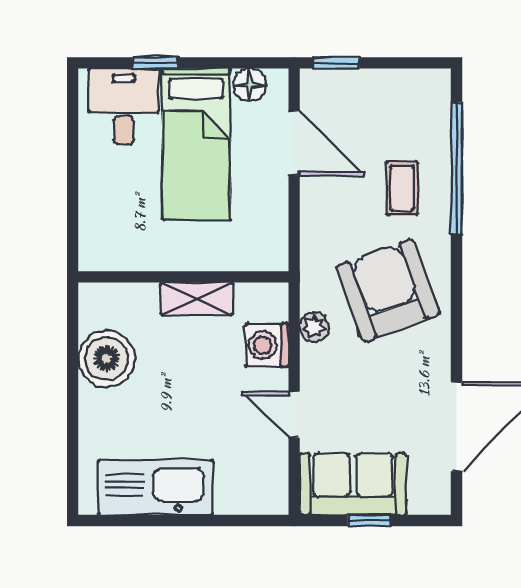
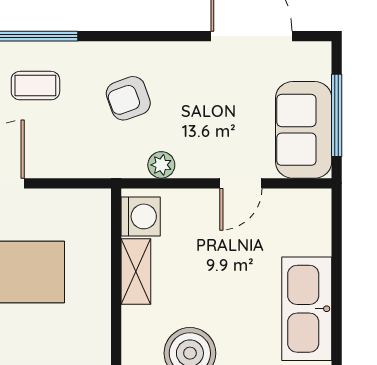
armchair: (388, 290) -> (128, 98), width x0.53, depth x0.53
washing machine: (267, 345) -> (141, 216), moved, turned -90
window: (369, 521) -> (337, 115), width x2.17

